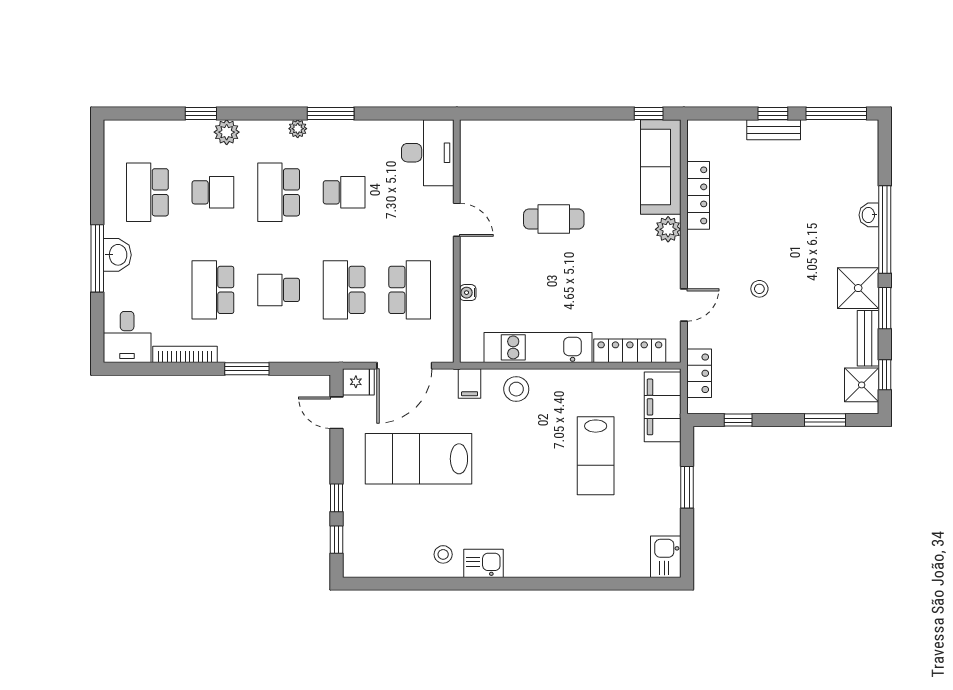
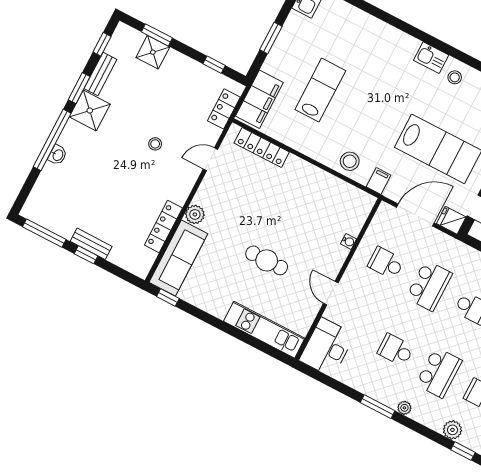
school desk: (410, 290) -> (386, 263), width x0.54
kitchen unit: (538, 347) -> (264, 330), moved, turned 180
shower: (862, 385) -> (153, 52), moved

